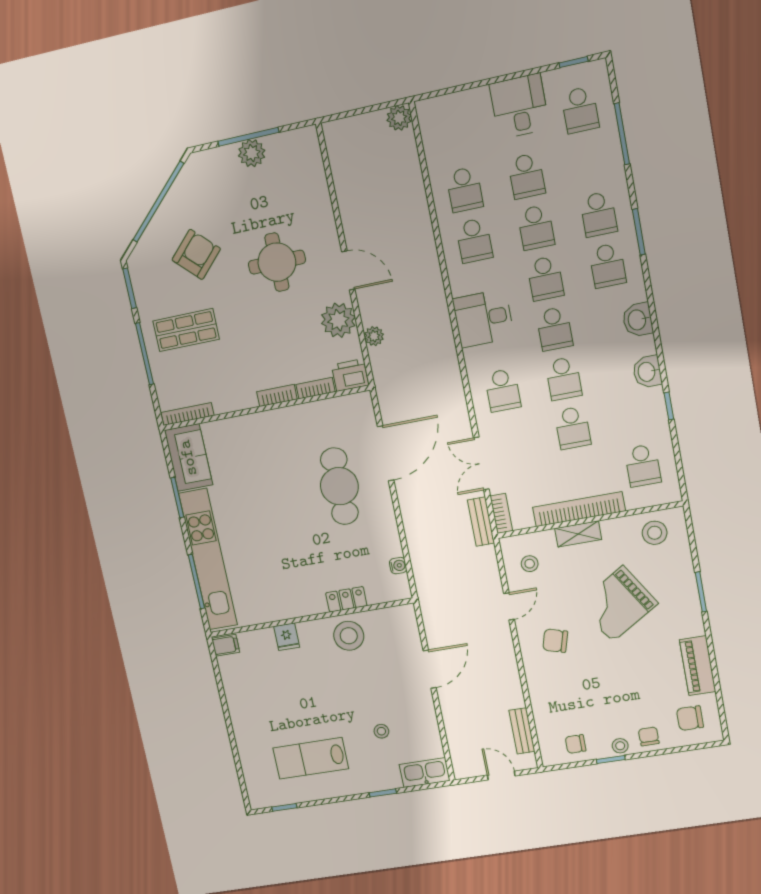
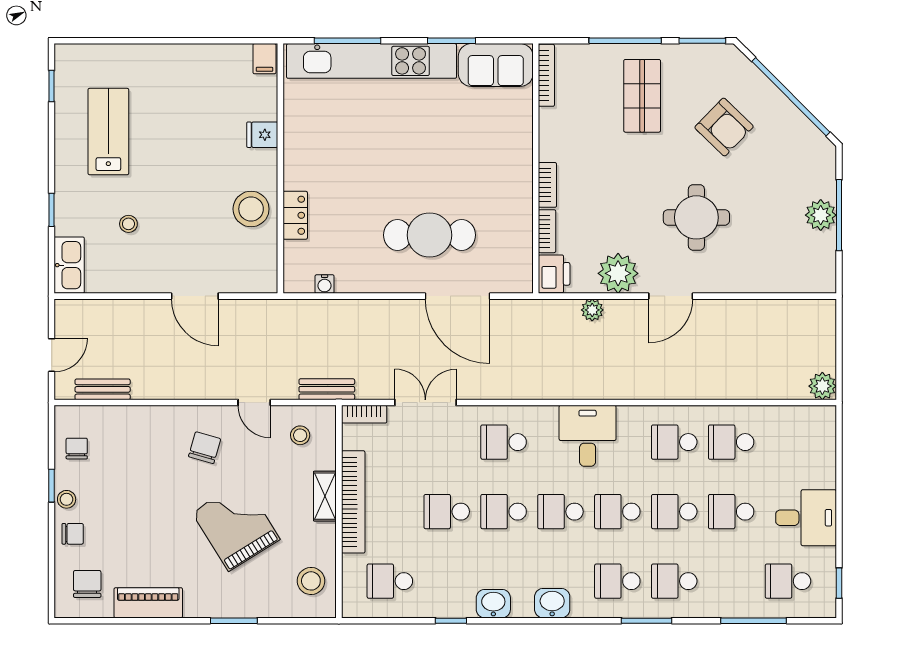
bench: (481, 522) -> (327, 389), moved

